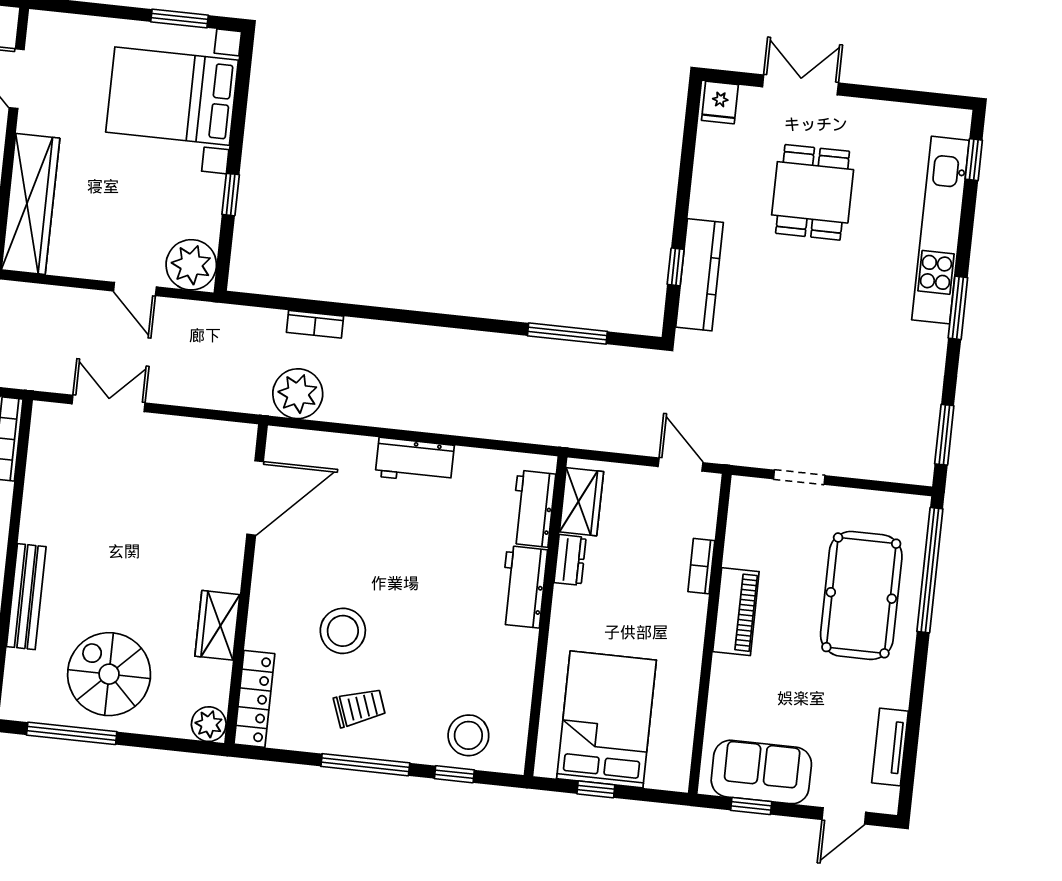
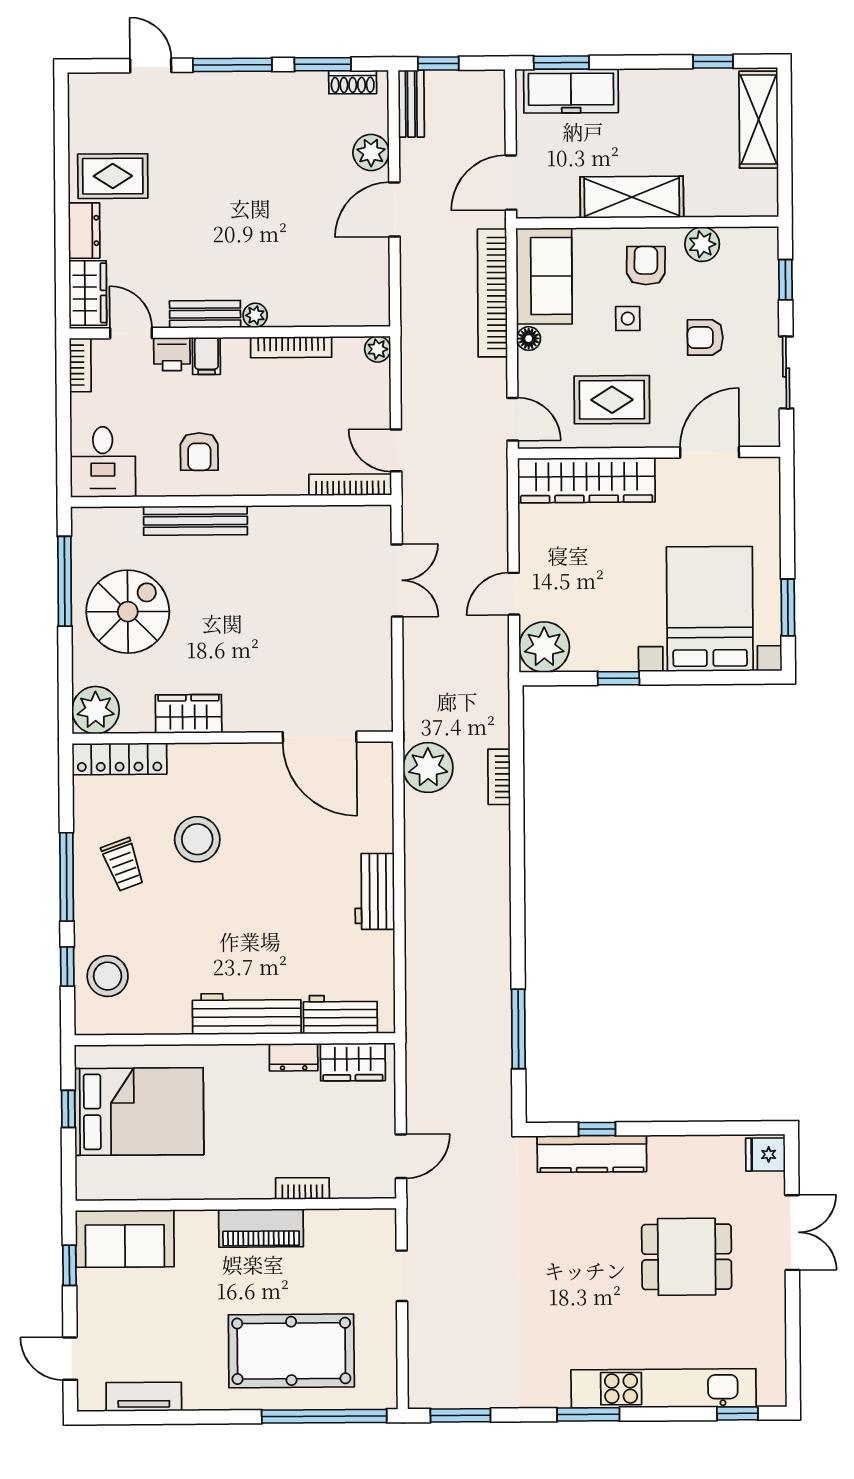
workbench: (523, 587) -> (247, 1014), width x1.37
plant: (209, 724) -> (96, 710), width x1.36, depth x1.36
sofa: (761, 772) -> (125, 1239), moved, turned 90

